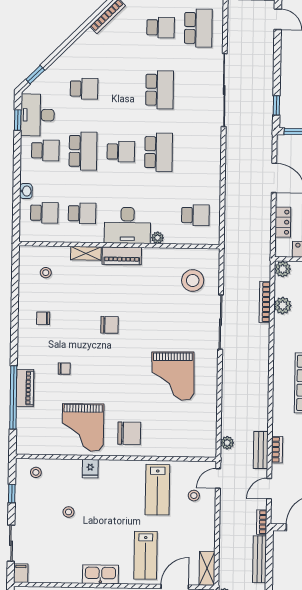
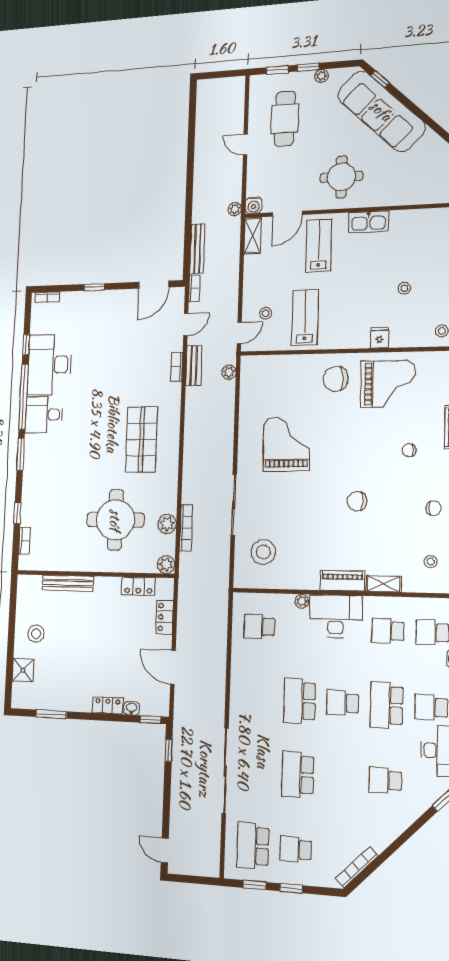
grand piano: (83, 427) -> (388, 384), turned 90

